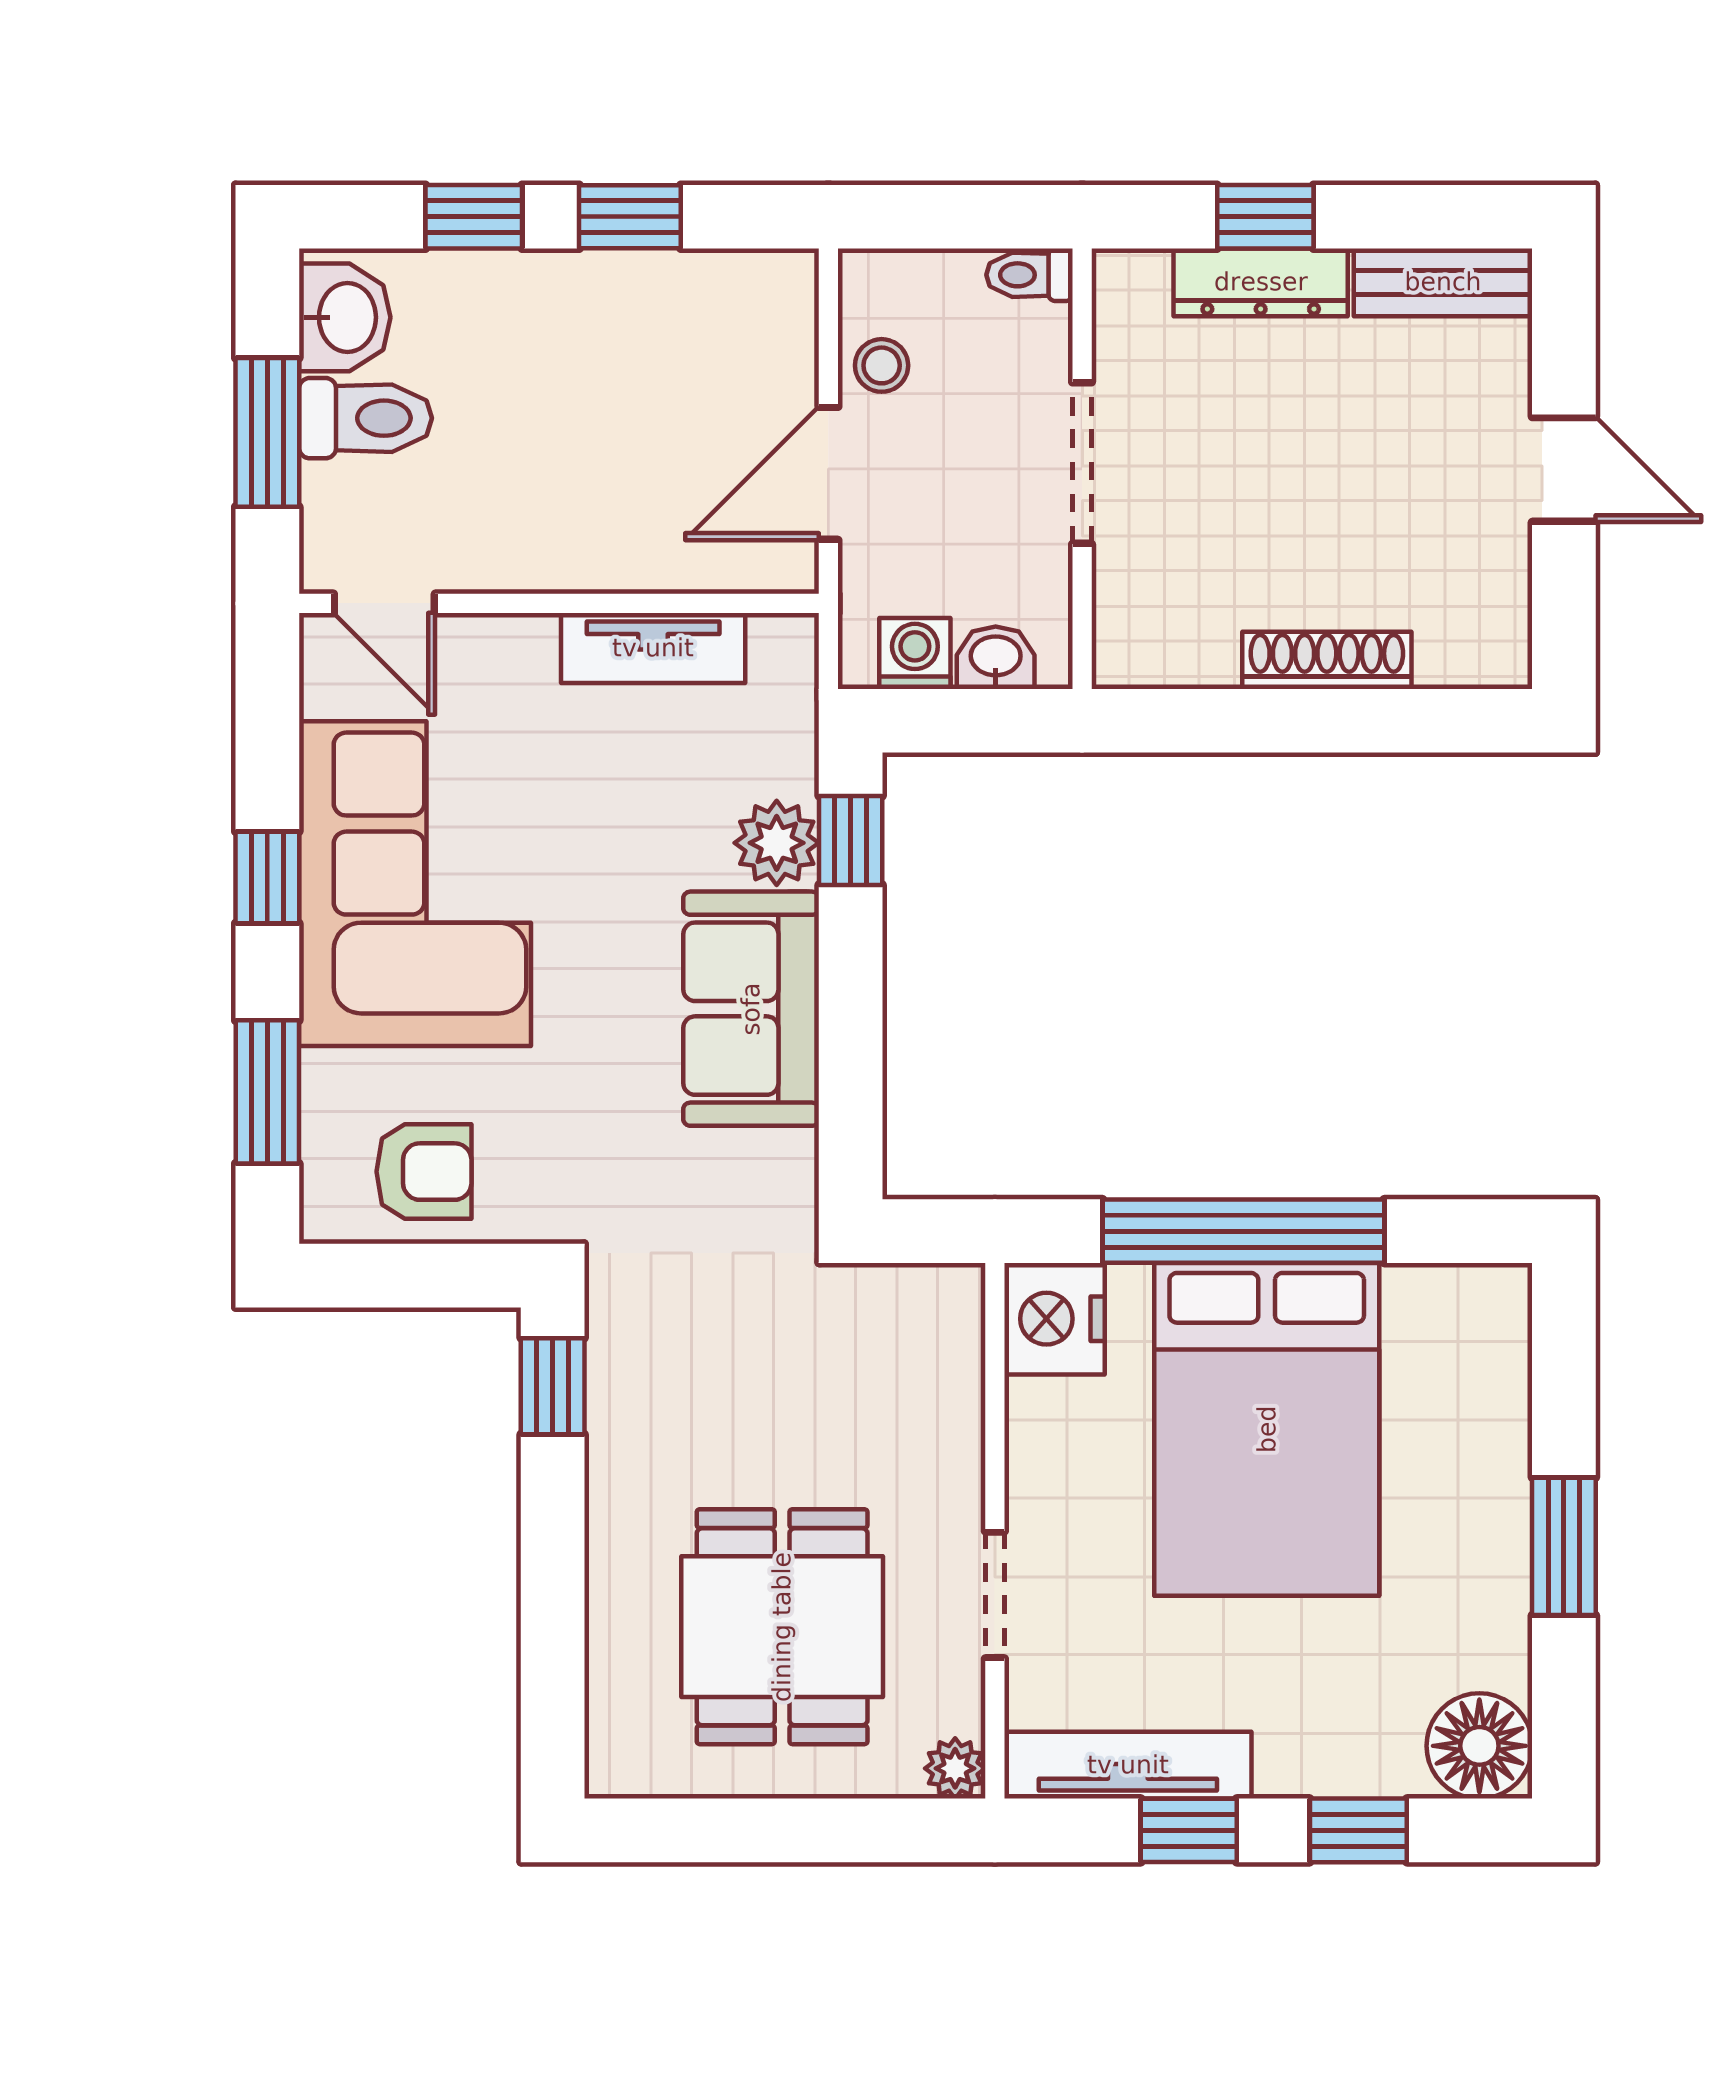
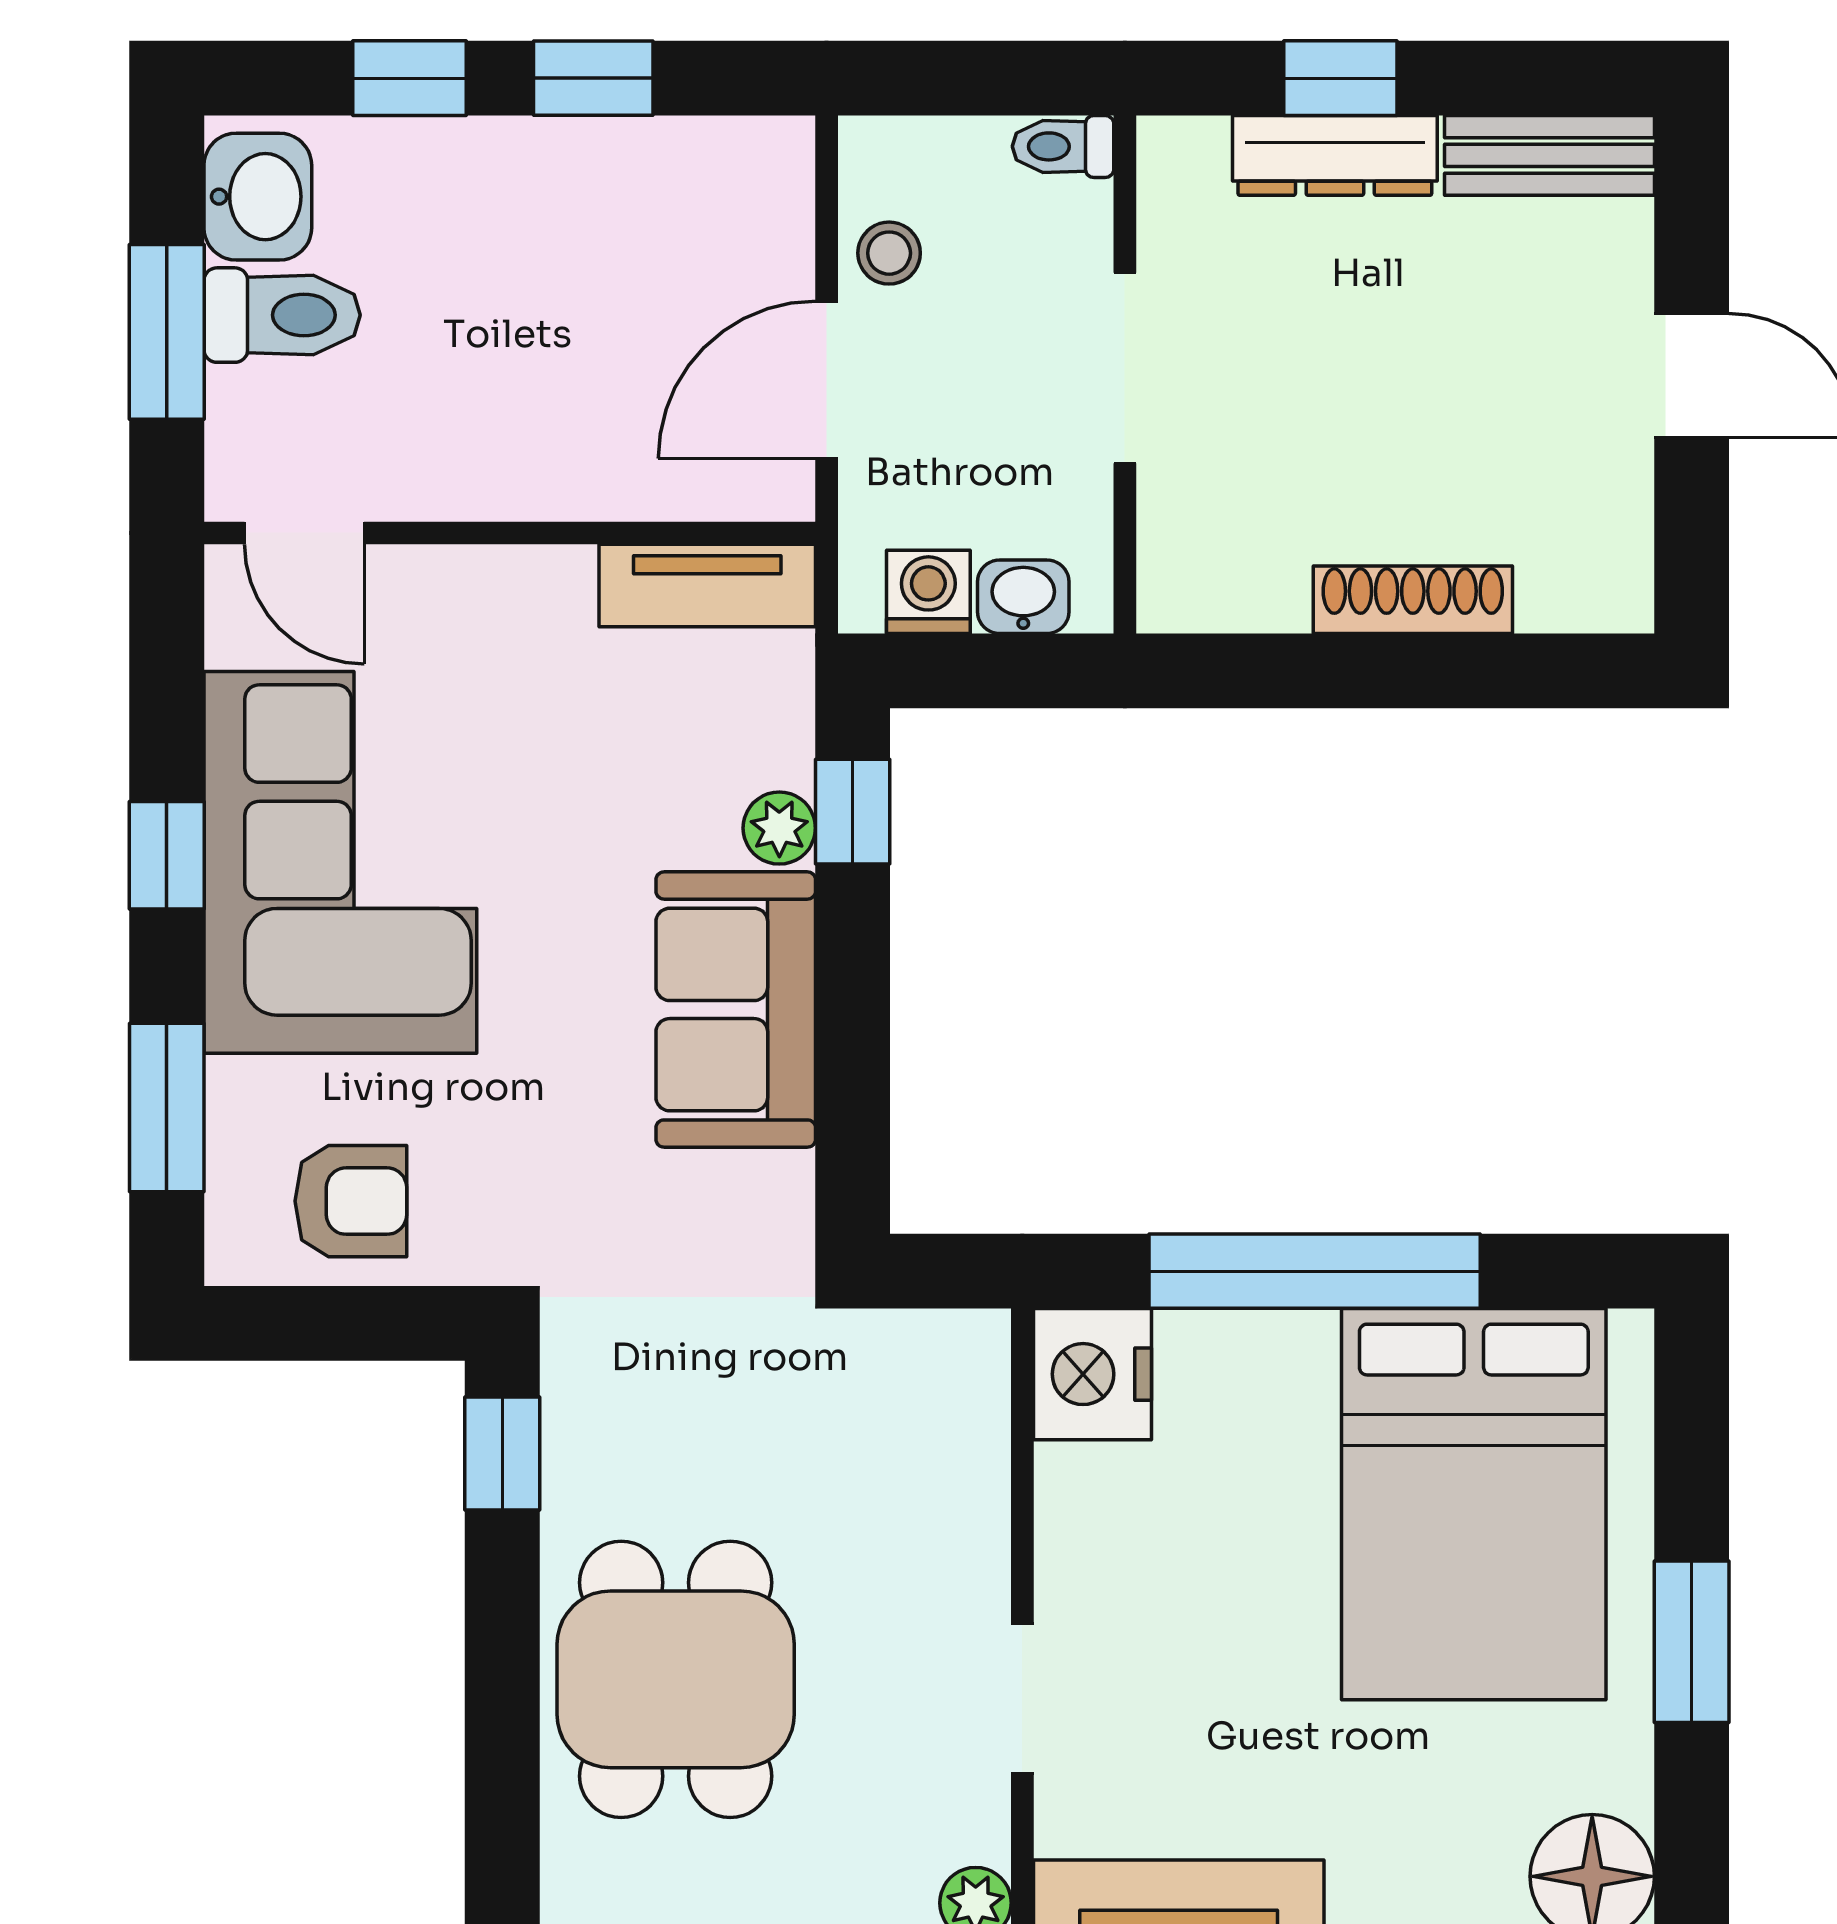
tv unit: (653, 648) -> (707, 585), moved
plant: (777, 843) -> (779, 828), width x0.73, depth x0.73
bed: (1267, 1429) -> (1474, 1504), moved
dining table: (782, 1627) -> (676, 1679), moved

